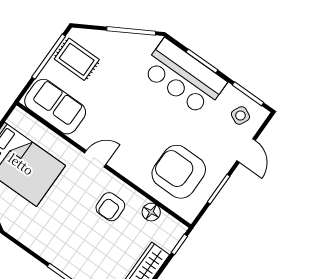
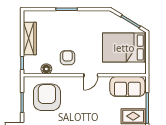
armchair: (179, 172) -> (47, 97), turned -90

